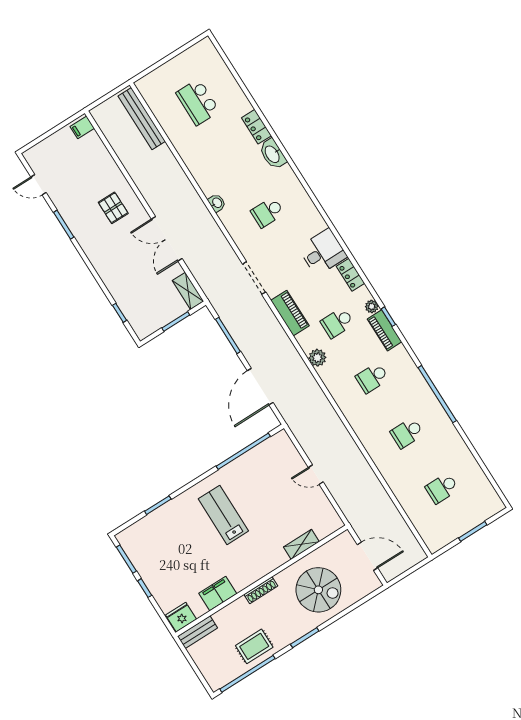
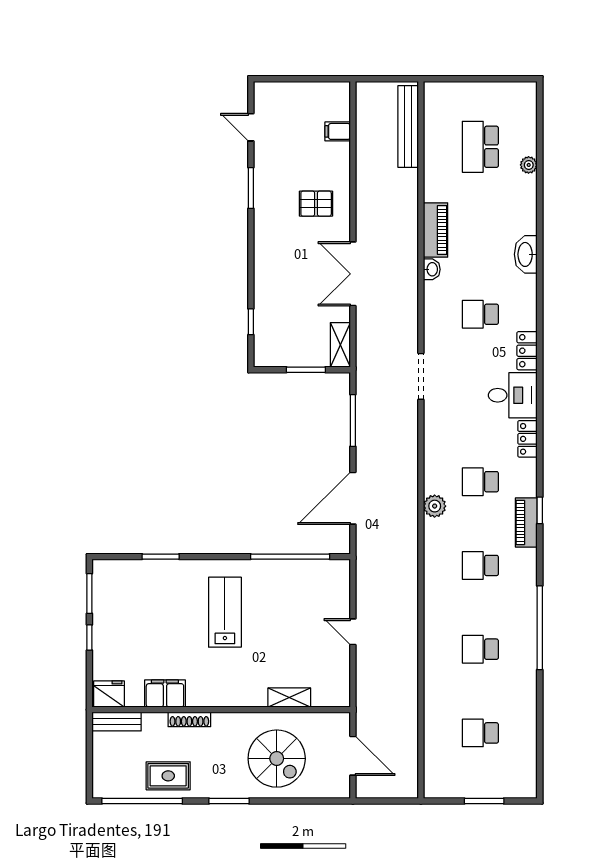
filing cabinet: (82, 127) -> (338, 131), moved
locker: (256, 127) -> (527, 351), moved
pallet: (113, 208) -> (316, 204), turned 90
plant: (372, 306) -> (529, 165), moved
piano: (290, 313) -> (436, 230), moved
shoe rack: (261, 590) -> (189, 719), moved

